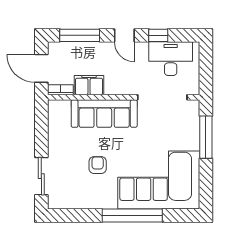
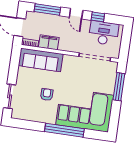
sofa: (104, 114) -> (41, 60), moved

